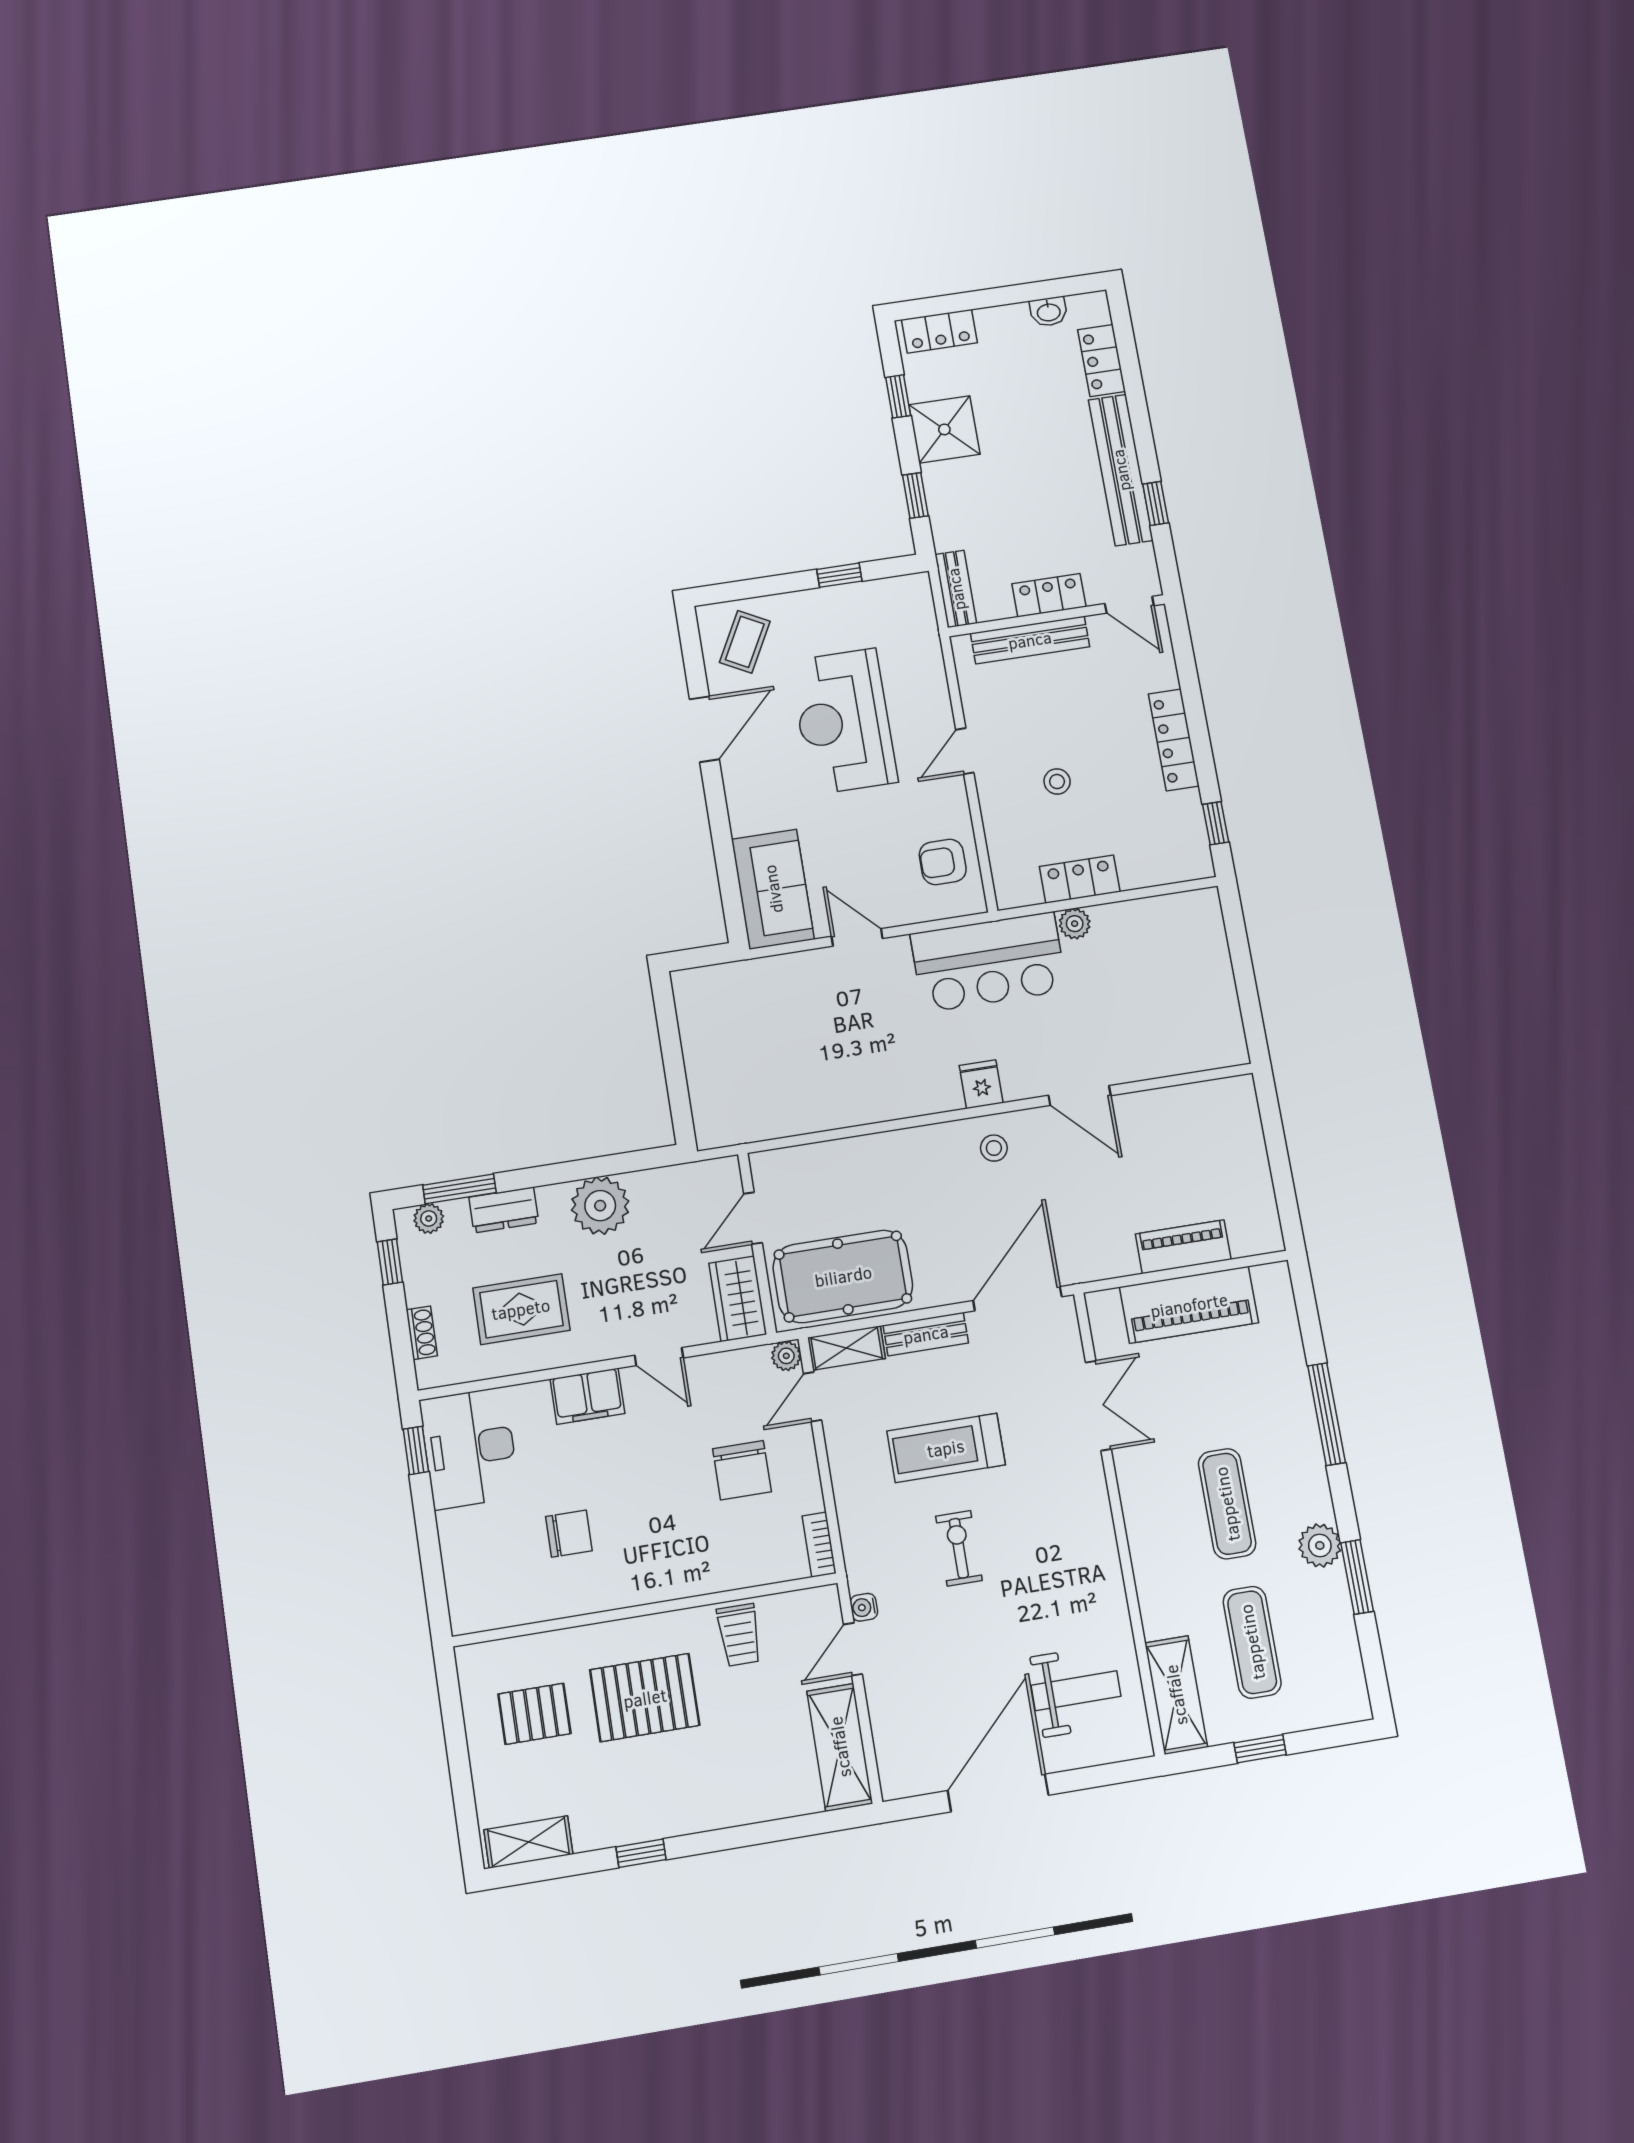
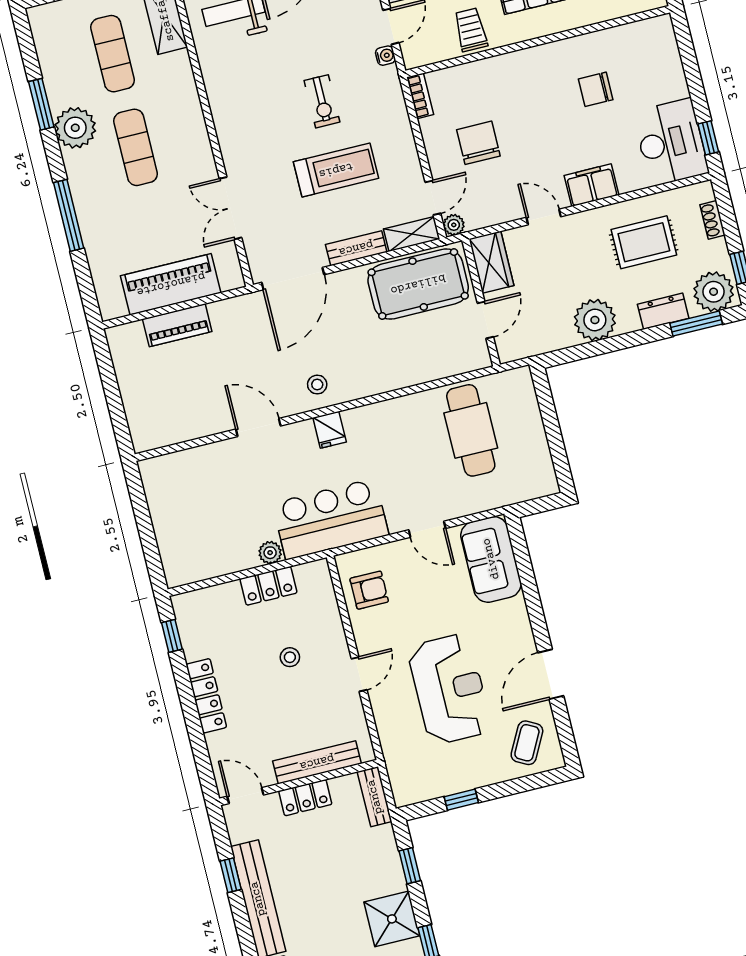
cafe table: (786, 1067) -> (471, 430), added
plant: (429, 1218) -> (714, 292), width x1.88, depth x1.88
plant: (1320, 1545) -> (75, 128), width x1.36, depth x1.36

